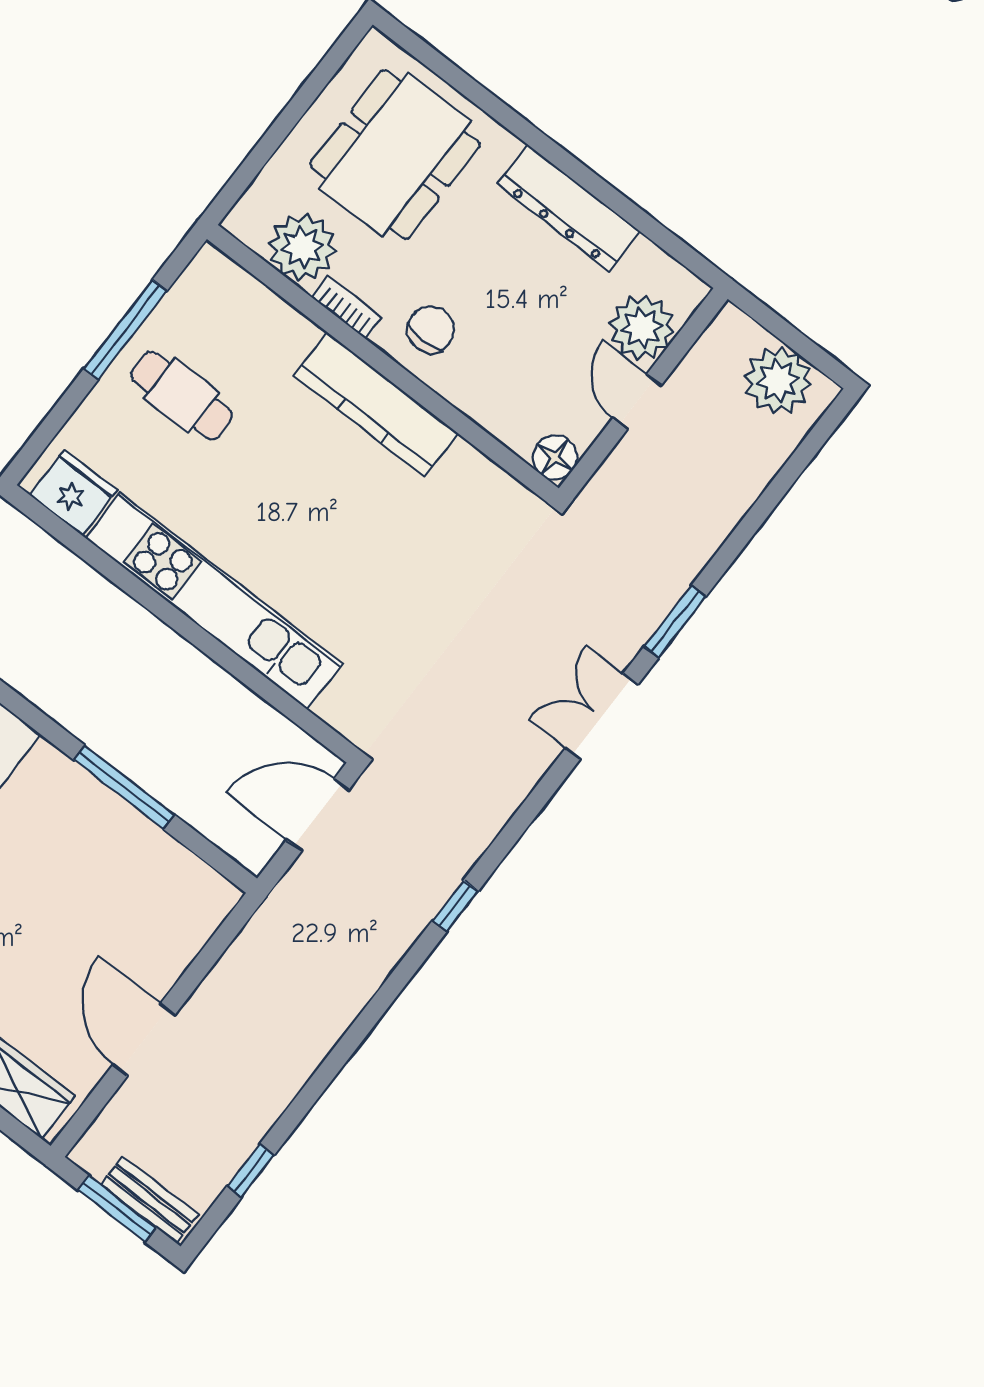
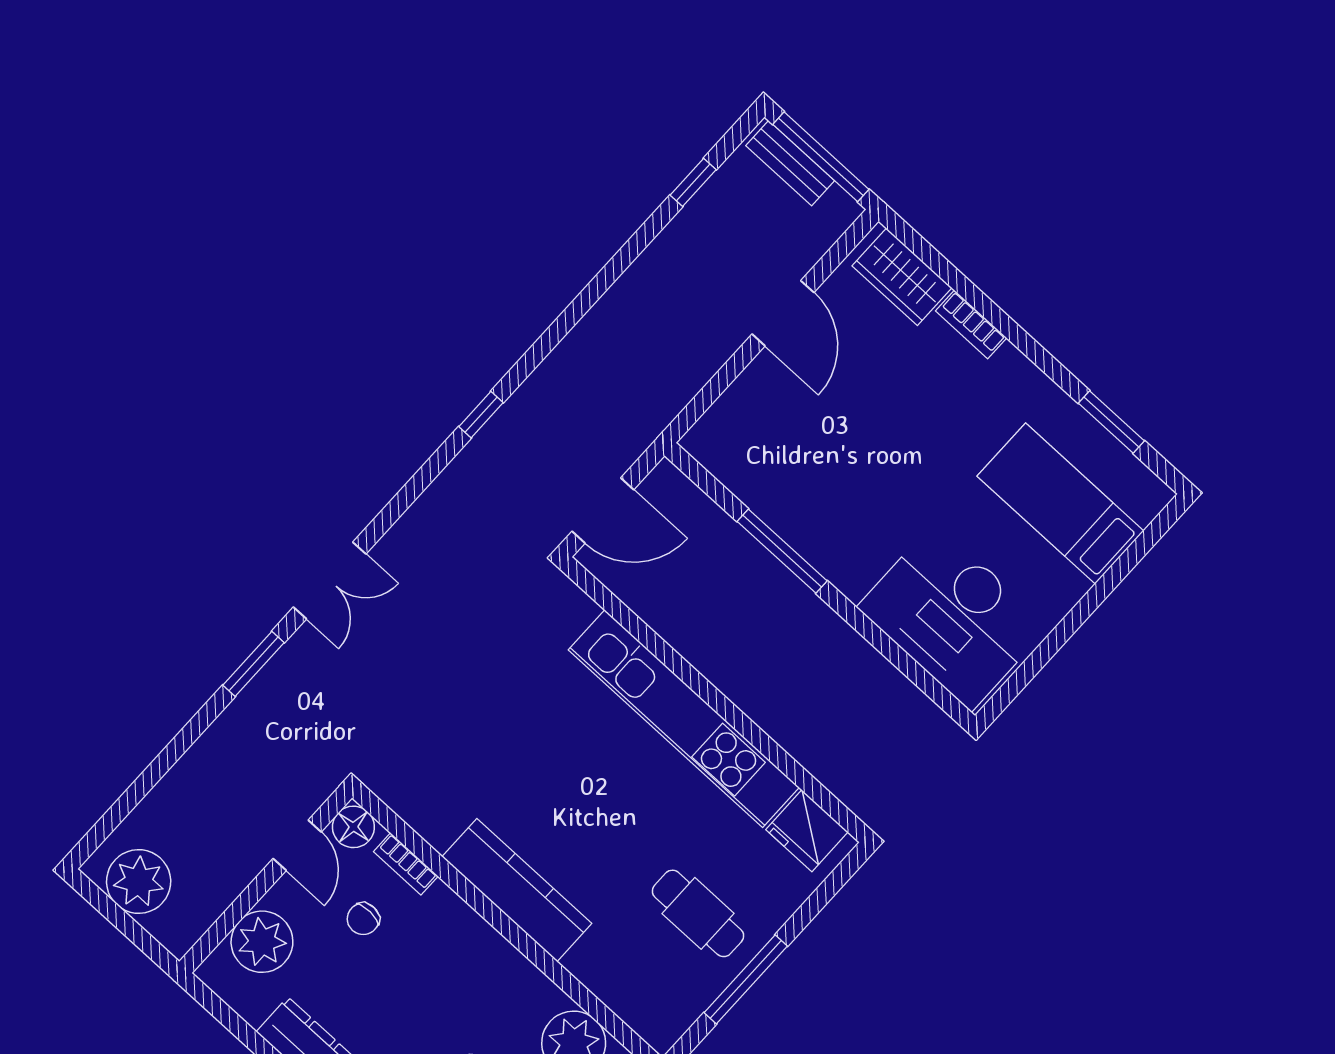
bookcase: (347, 307) -> (406, 864), moved
chair: (431, 330) -> (363, 919), moved, width x0.73, depth x0.73
door: (637, 402) -> (297, 845), moved
window: (117, 1209) -> (821, 157), width x1.44

